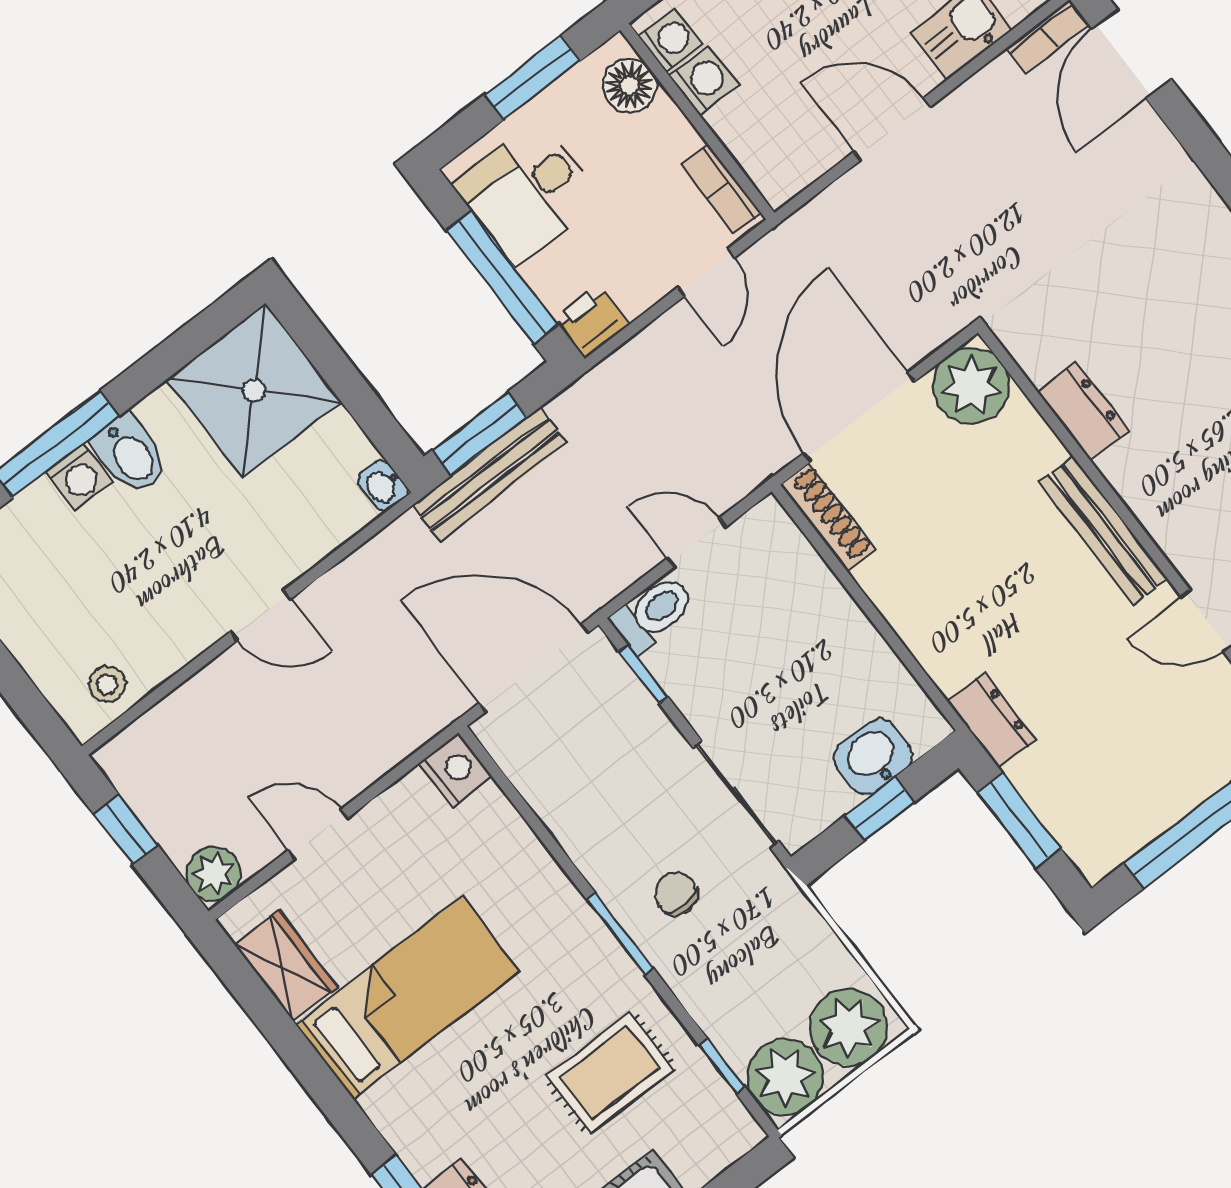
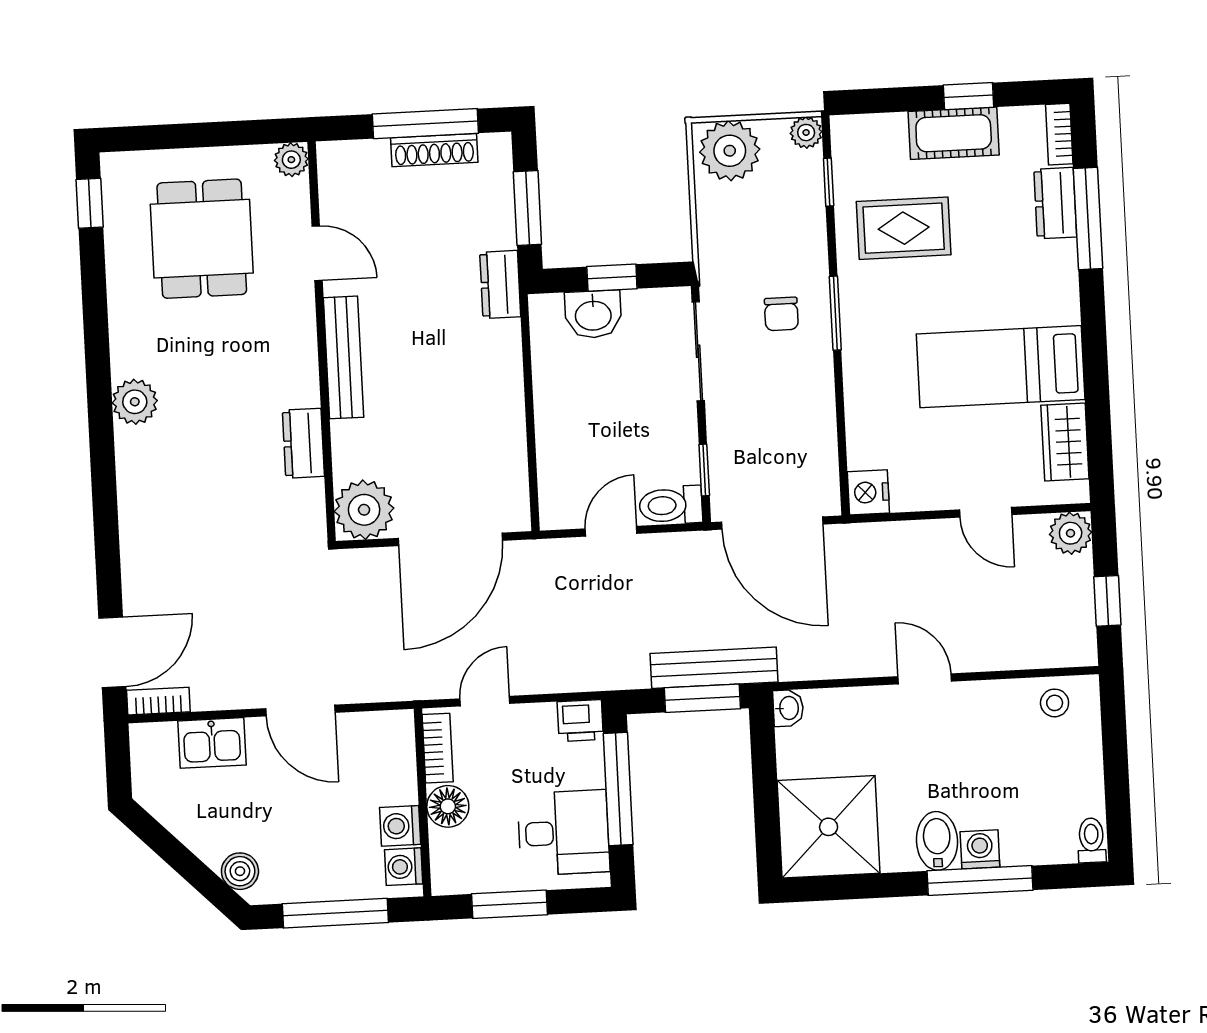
floor lamp: (629, 86) -> (448, 806), moved
shoe rack: (828, 517) -> (434, 150), moved, turned -90
door: (697, 542) -> (611, 531), swing flipped
plant: (785, 1077) -> (806, 133), width x0.53, depth x0.53

